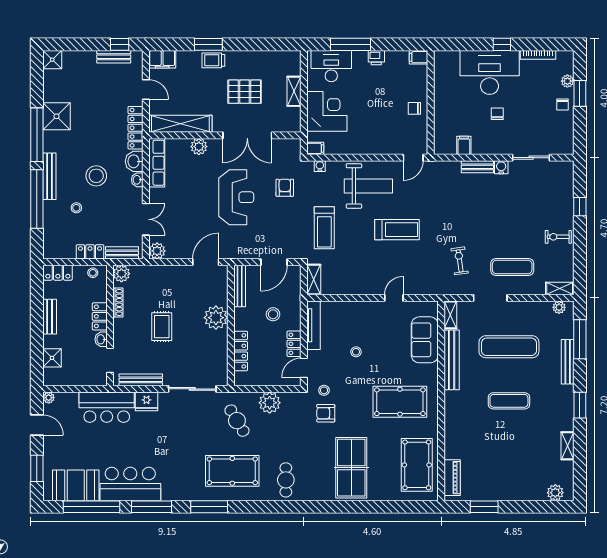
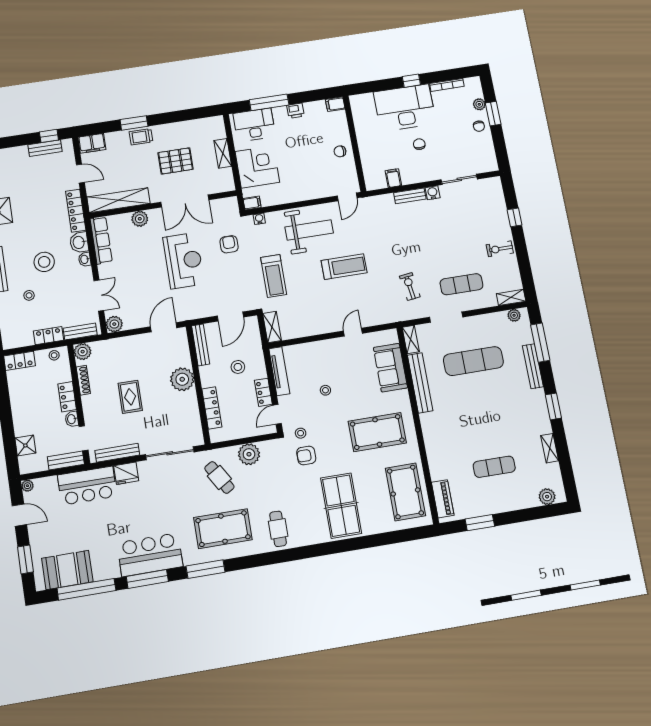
bench: (50, 317) -> (66, 461), moved, turned 90
exercise mat: (509, 401) -> (494, 467), moved
bar counter: (130, 484) -> (150, 555), moved

